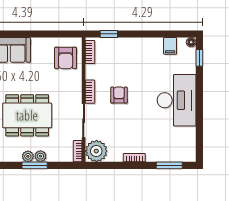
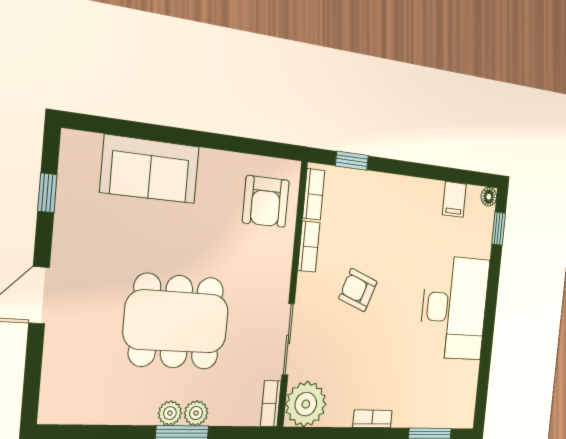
bookcase: (90, 92) -> (309, 247), moved
armchair: (119, 95) -> (358, 290), turned -70

